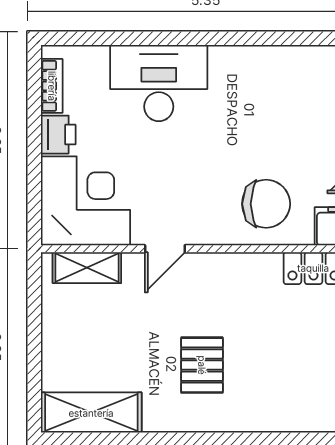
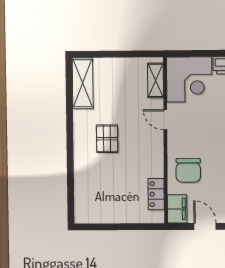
pallet: (202, 365) -> (107, 139), turned 90

